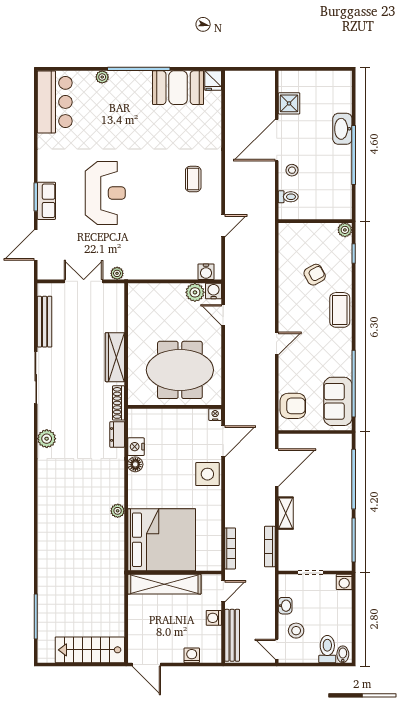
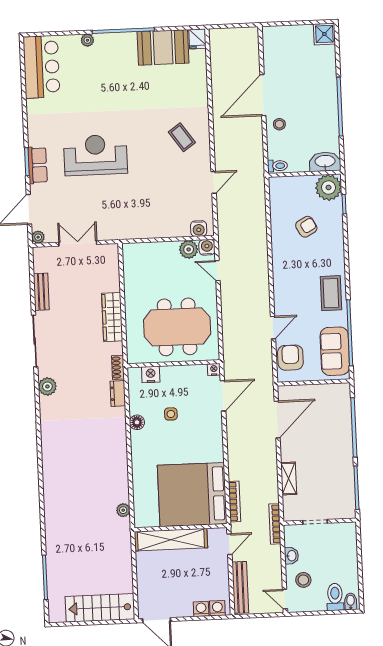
shower: (289, 103) -> (324, 34), moved
washbasin: (342, 129) -> (325, 162), moved, turned 90
coffee table: (193, 179) -> (182, 137), turned -35
reception desk: (105, 193) -> (96, 155), turned -90
toilet: (288, 197) -> (277, 166), moved
plant: (345, 230) -> (328, 188), width x1.87, depth x1.87
plant: (117, 273) -> (38, 237), moved
coffee table: (340, 310) -> (331, 293), moved
bench: (45, 322) -> (41, 292), width x0.73
door: (277, 343) -> (273, 328), moved
shoe rack: (119, 403) -> (118, 367), width x0.70
armchair: (293, 406) -> (290, 358), turned -90
plant: (47, 439) -> (47, 386), moved
nightstand: (136, 447) -> (151, 374), moved, turned 90
side table: (207, 474) -> (171, 414), moved, width x0.54, depth x0.54
plant: (118, 511) -> (123, 510), moved
shelving: (286, 513) -> (289, 479), moved
bed: (162, 540) -> (192, 495), moved, turned 180
bookcase: (270, 547) -> (275, 524), moved
washing machine: (344, 582) -> (349, 530), removed
washing machine: (214, 618) -> (217, 608), moved, turned 90

